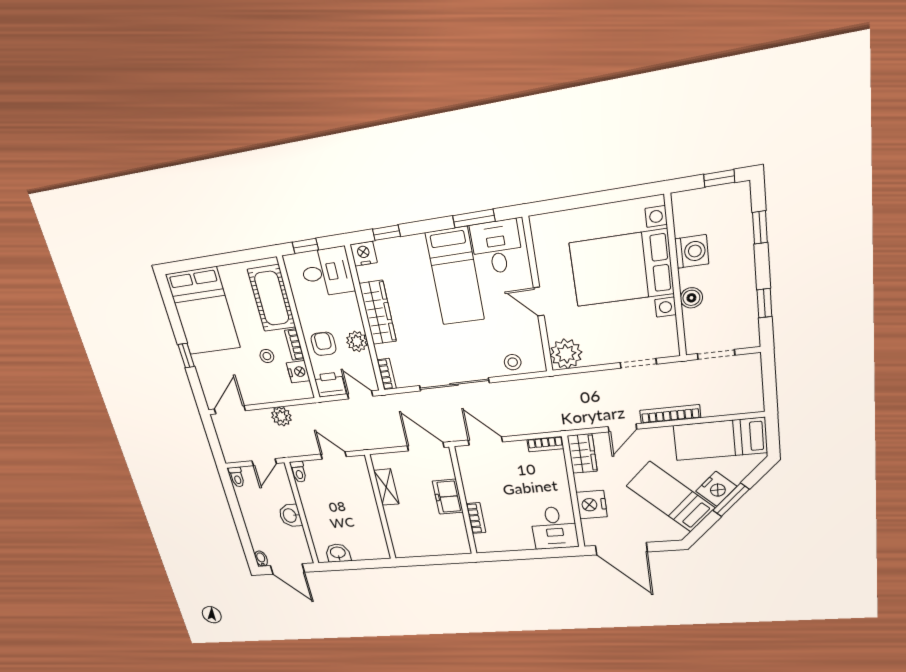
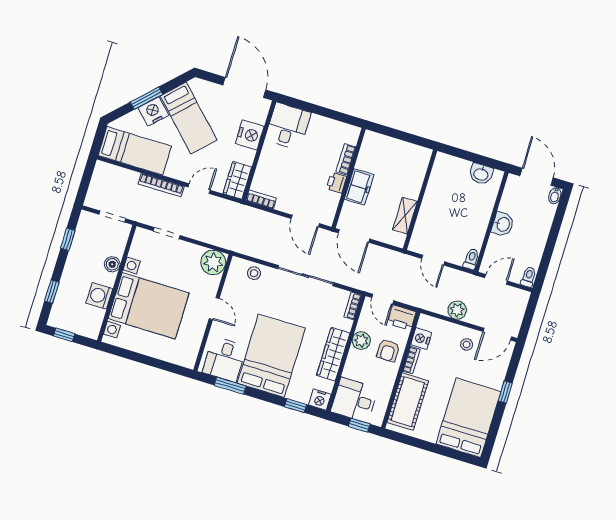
bed: (455, 276) -> (271, 356), width x1.50
stool: (267, 356) -> (467, 344), moved
printer: (473, 492) -> (336, 183), added

